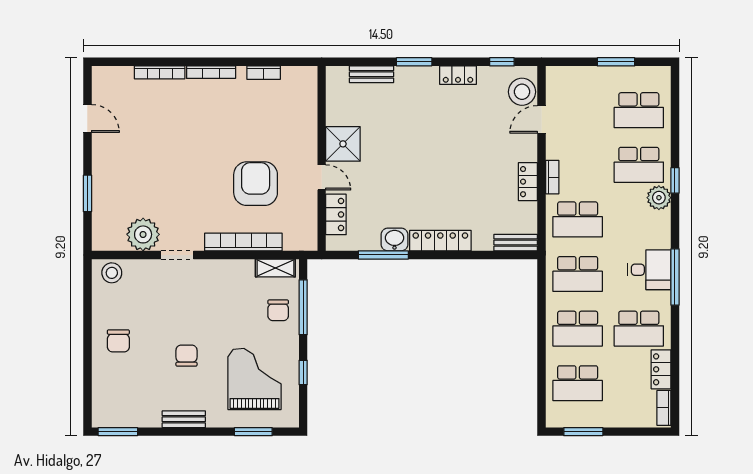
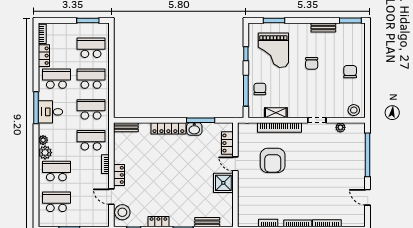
door: (541, 119) -> (111, 197), swing flipped
window: (675, 180) -> (36, 162), removed
locker: (528, 182) -> (119, 175), moved
window: (87, 193) -> (368, 155), width x2.11
plant: (662, 220) -> (43, 140), added
plant: (143, 234) -> (340, 127), width x0.53, depth x0.53
shelving: (275, 268) -> (276, 113), moved
bench: (184, 419) -> (323, 27), moved

